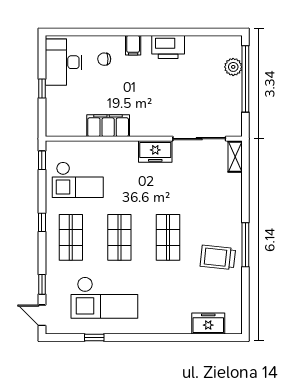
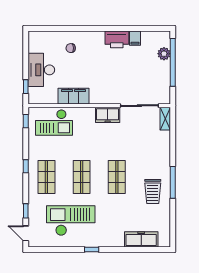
filing cabinet: (133, 45) -> (135, 38), moved
desk: (64, 62) -> (41, 70), moved
window: (42, 88) -> (26, 87), moved
checkout: (78, 180) -> (54, 123), moved
trolley: (218, 257) -> (153, 191), turned -96
checkout: (104, 298) -> (71, 221), turned 180
freezer: (208, 324) -> (141, 239), width x1.40
window: (94, 338) -> (92, 249), moved

